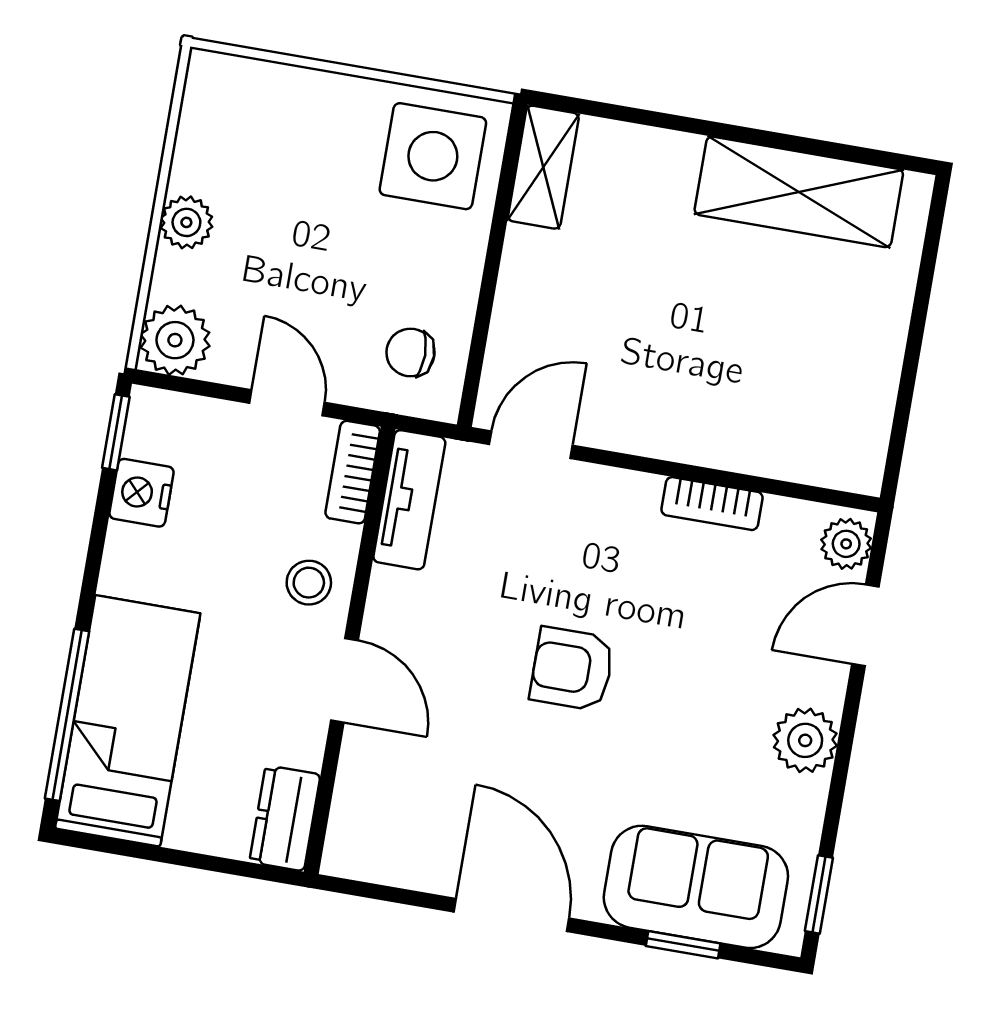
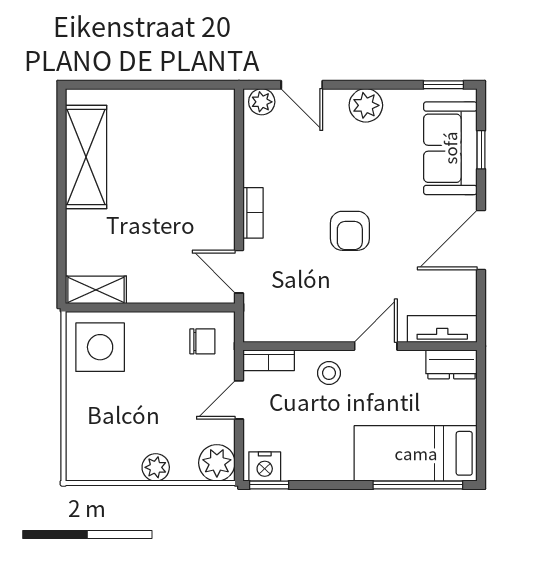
chair: (410, 352) -> (202, 341), turned -90
nightstand: (142, 493) -> (265, 466), moved
tv unit: (409, 500) -> (442, 329), moved
bookcase: (712, 504) -> (253, 213), moved

